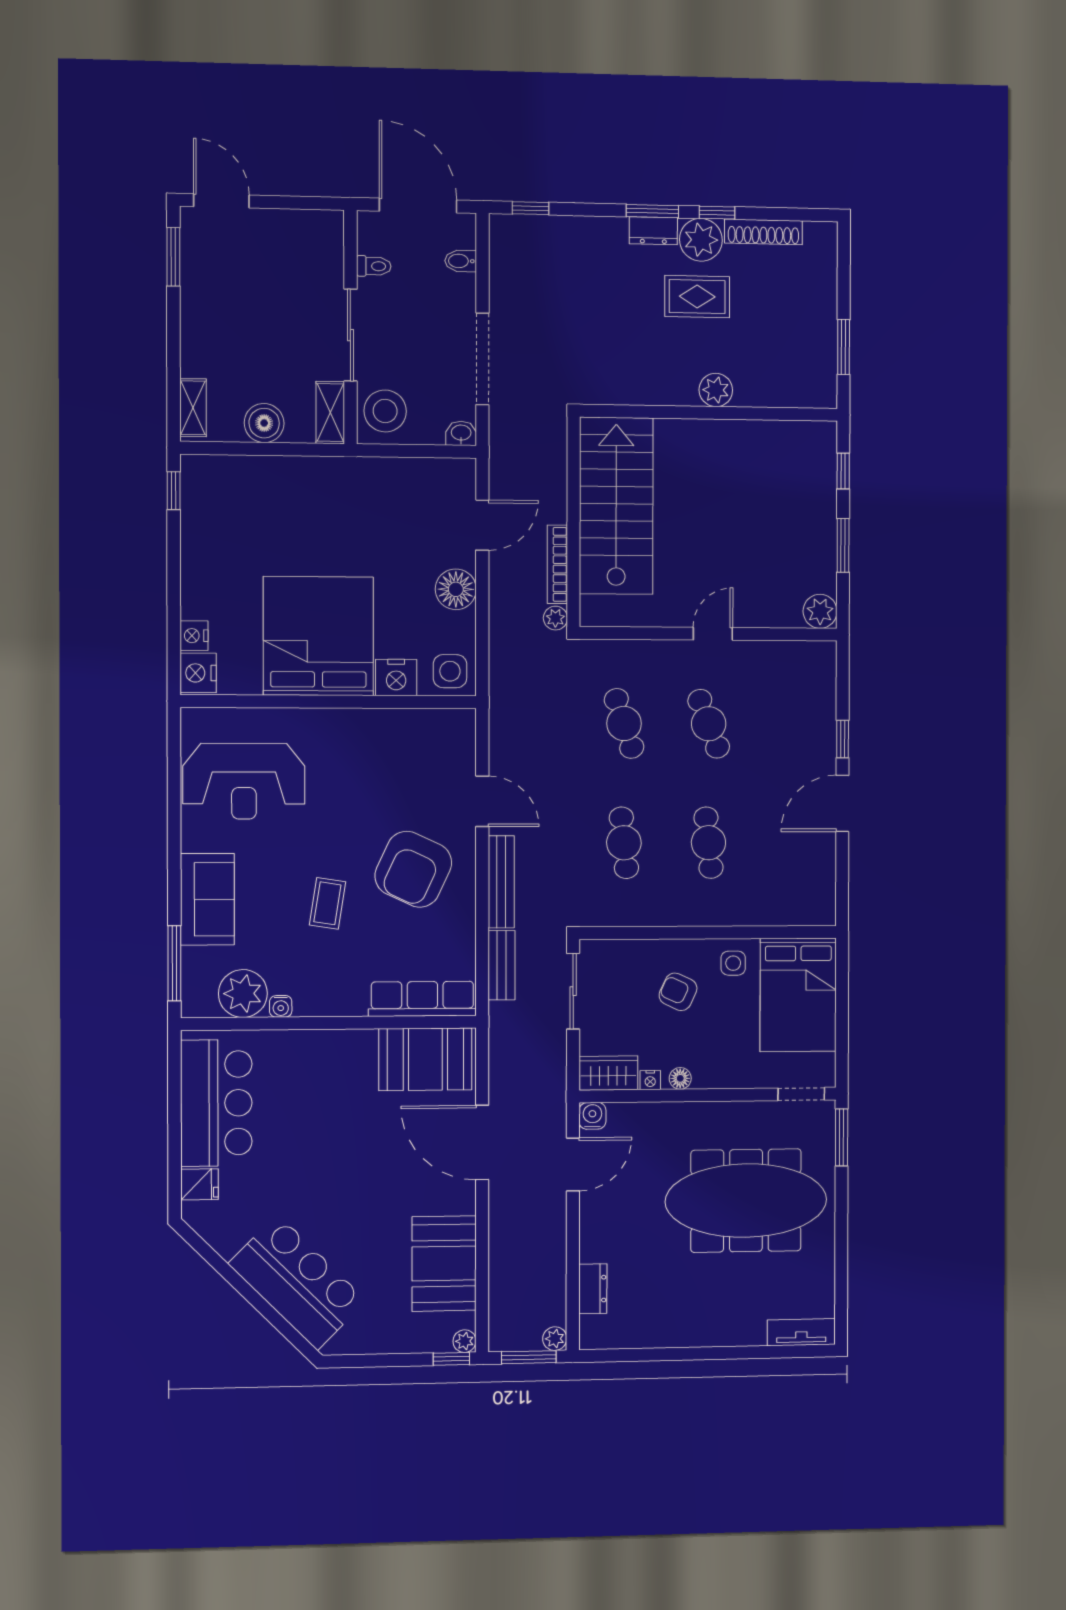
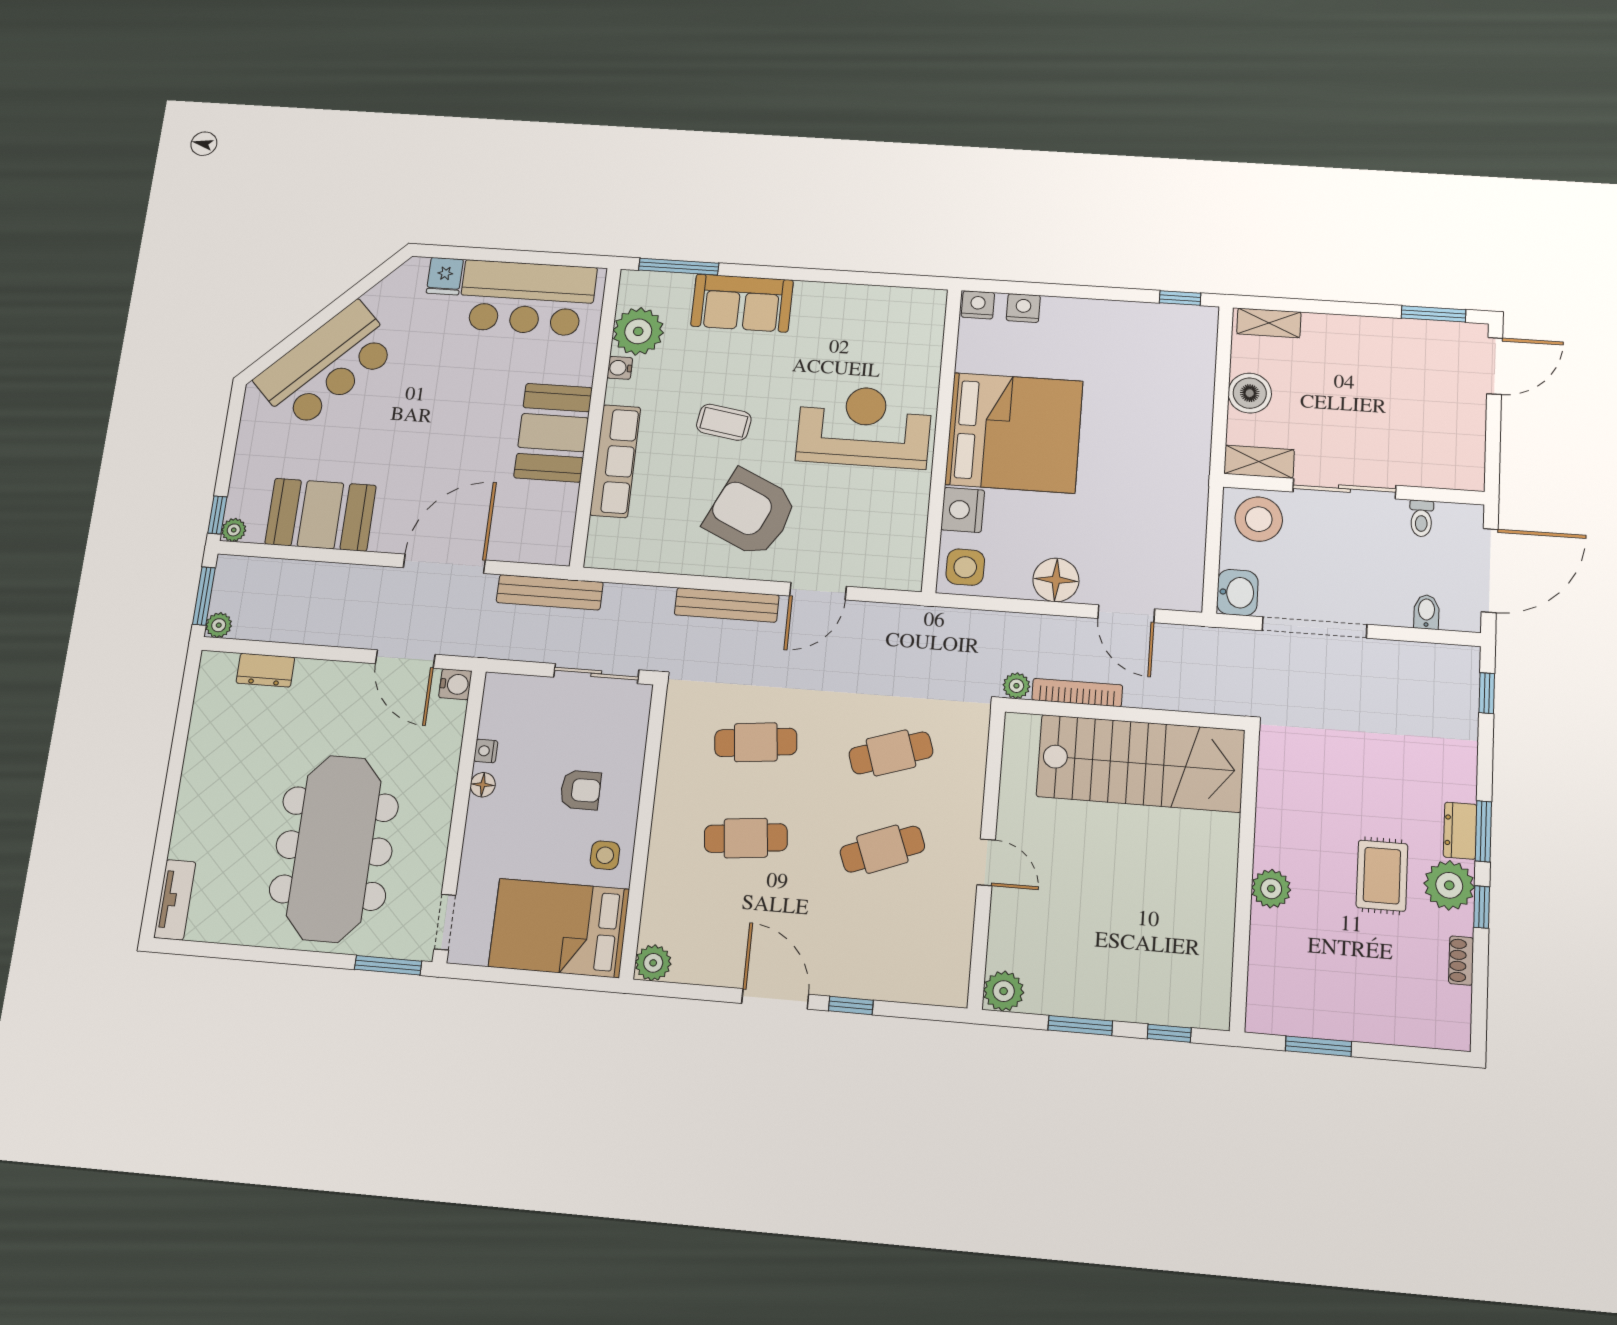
shoe rack: (763, 232) -> (1461, 961), width x0.51, depth x0.81
washbasin: (461, 433) -> (1237, 593), width x1.38, depth x1.45
nightstand: (198, 673) -> (978, 305), width x0.74, depth x0.75
reception desk: (244, 781) -> (864, 427), moved, turned 90
plant: (821, 910) -> (653, 963), added
bench: (502, 965) -> (550, 592), moved, width x1.36
armchair: (678, 992) -> (580, 790), turned 65
row of seats: (422, 999) -> (615, 461), moved
booth: (425, 1059) -> (553, 433), moved
wardrobe: (608, 1073) -> (500, 705), removed

